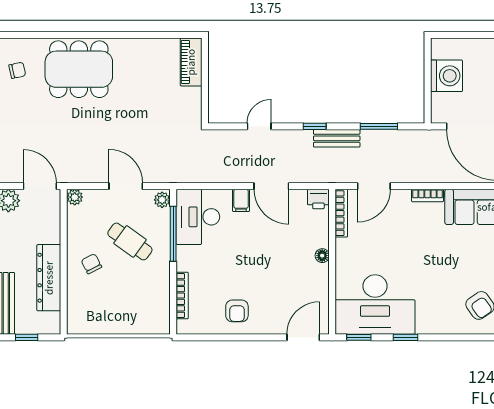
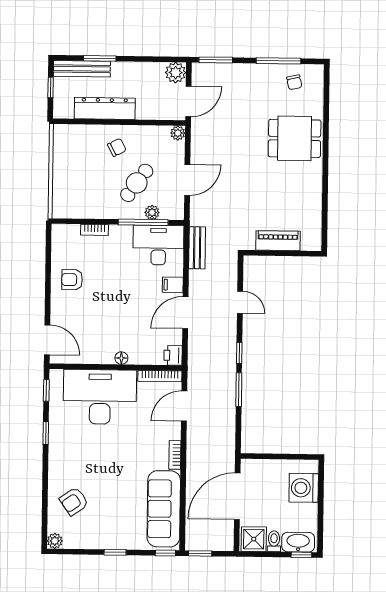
piano: (191, 62) -> (278, 241), moved
dining table: (79, 69) -> (295, 138), width x0.73
washing machine: (447, 76) -> (304, 488), moved, turned 90
window: (379, 126) -> (239, 390), moved
bench: (337, 138) -> (197, 248), moved
door: (374, 186) -> (184, 406), hinge flipped
plant: (162, 200) -> (152, 212), moved
bookcase: (182, 296) -> (94, 230), width x0.64
desk: (375, 305) -> (100, 397), moved, turned 90

